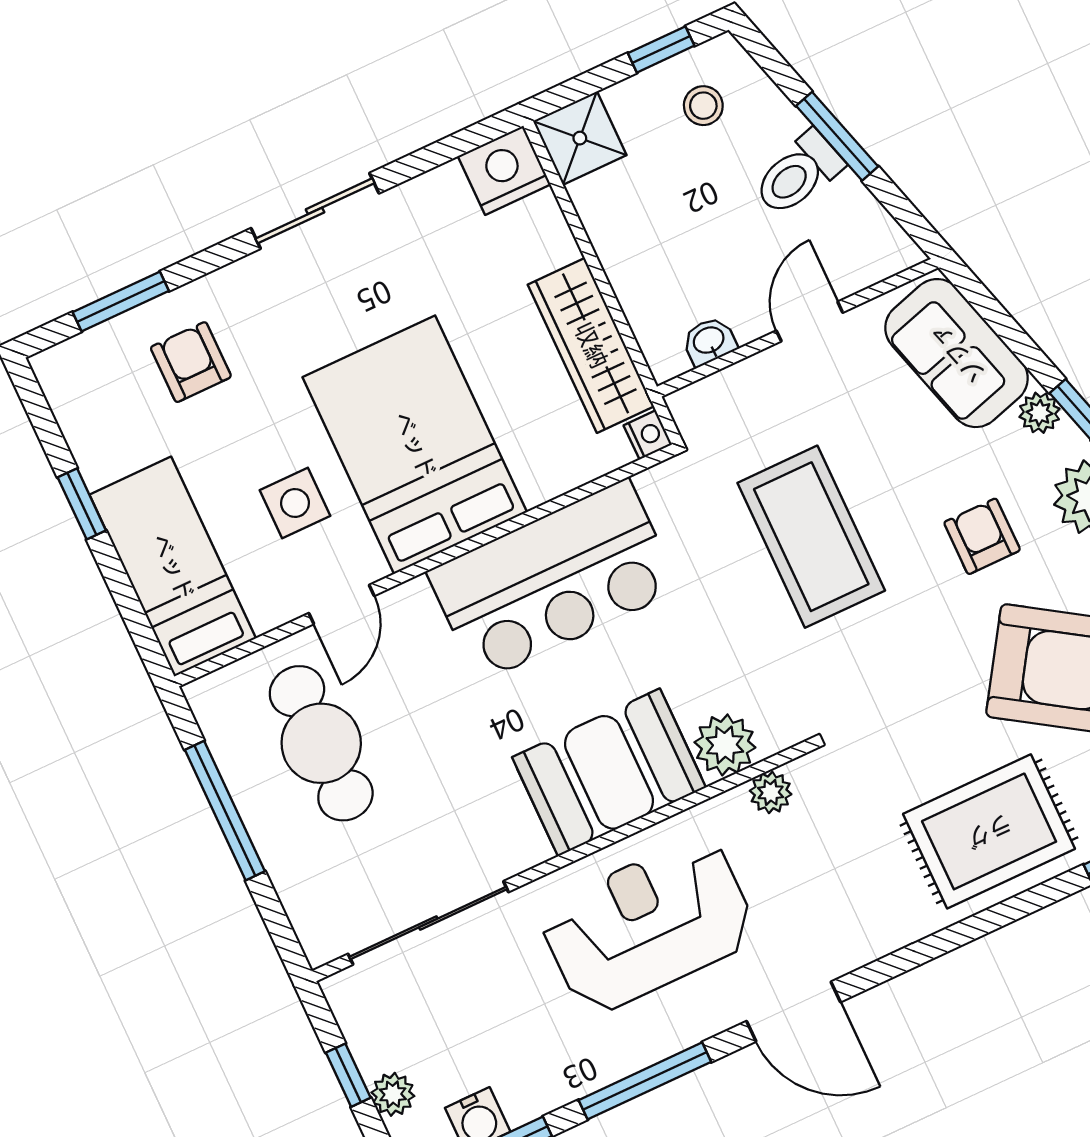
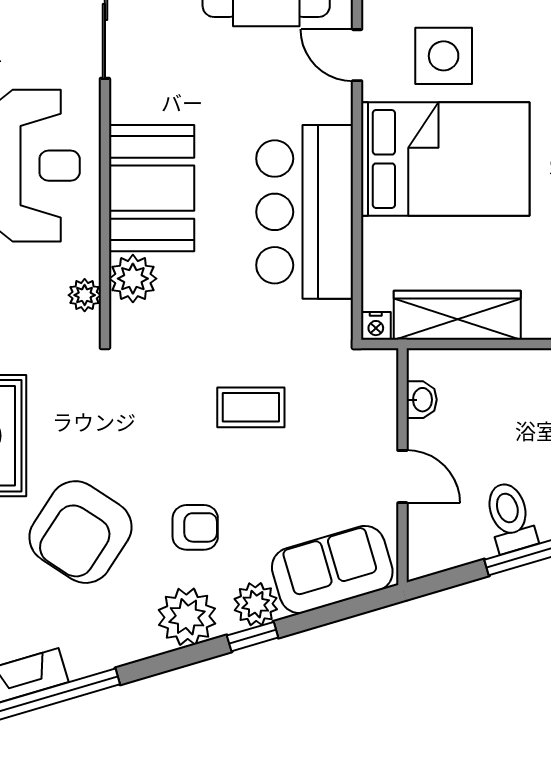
plant: (1039, 413) -> (256, 604), width x1.38, depth x1.38
side table: (295, 503) -> (444, 56), width x1.37, depth x1.37
coffee table: (811, 537) -> (251, 407), width x0.54, depth x0.58

